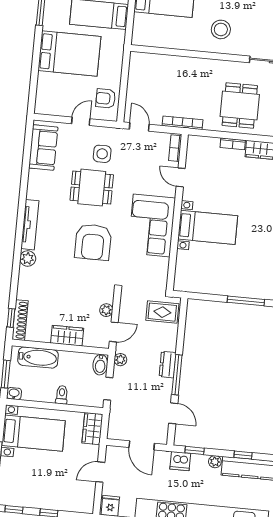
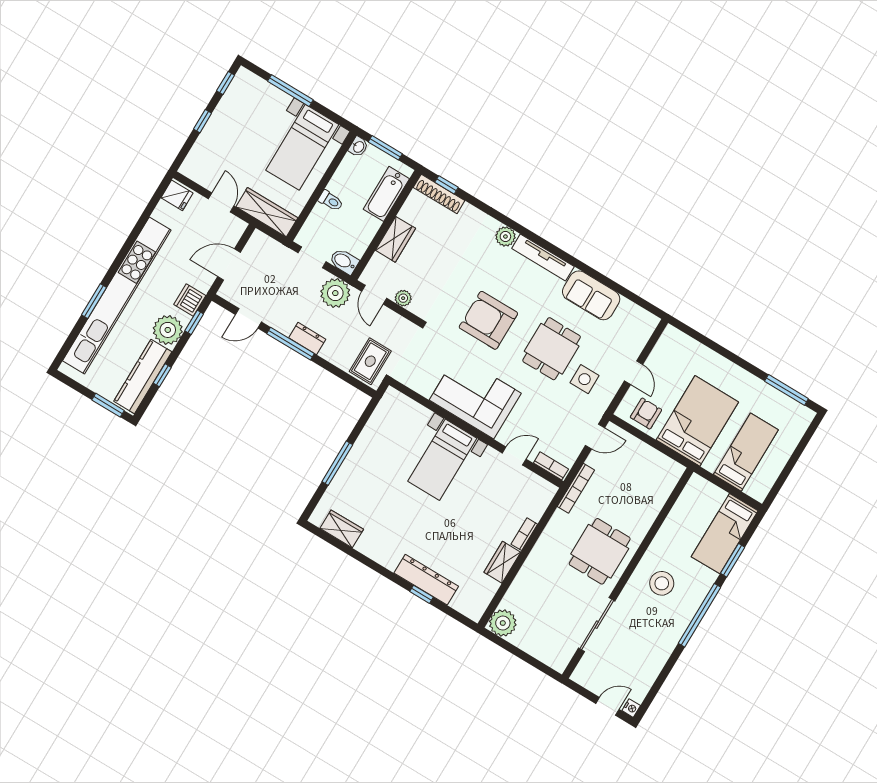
bed: (69, 54) -> (697, 421), moved, turned 180
dining table: (240, 105) -> (600, 551), moved, turned 90
sofa: (43, 148) -> (591, 295), moved
plant: (120, 360) -> (335, 293), width x1.87, depth x1.87
wardrobe: (92, 429) -> (267, 212), width x1.50
plant: (215, 462) -> (168, 330), width x1.87, depth x1.87

